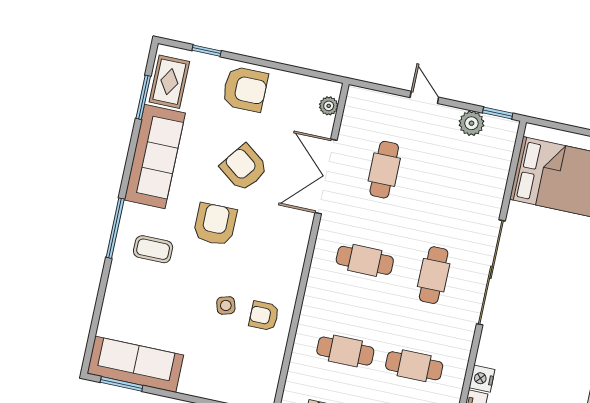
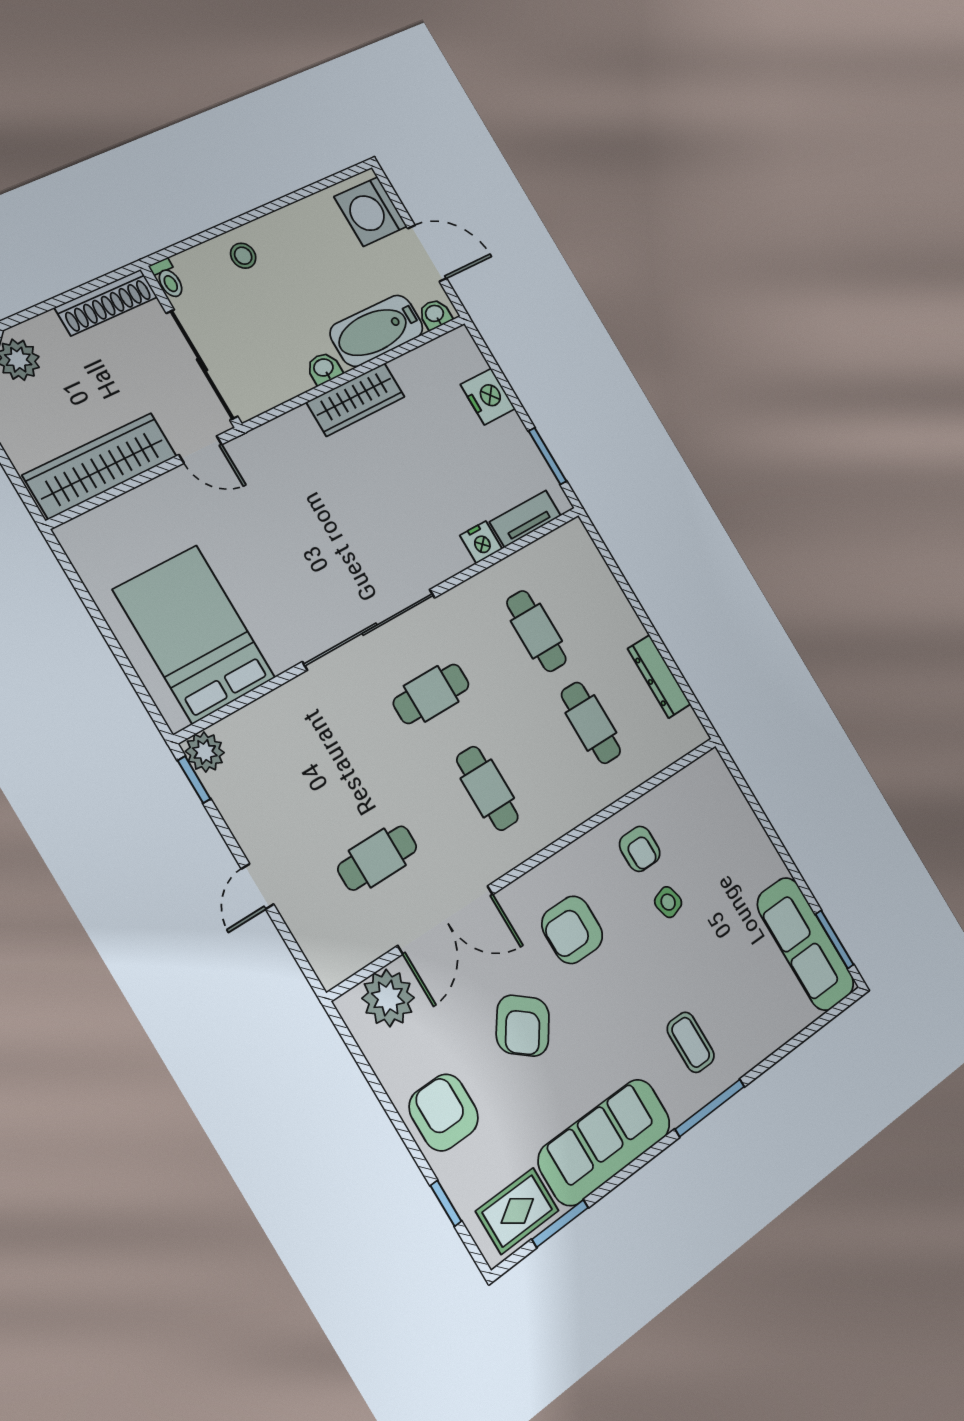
plant: (329, 106) -> (388, 998), width x1.88, depth x1.88
plant: (471, 123) -> (205, 752), moved
armchair: (215, 224) -> (572, 930), moved

